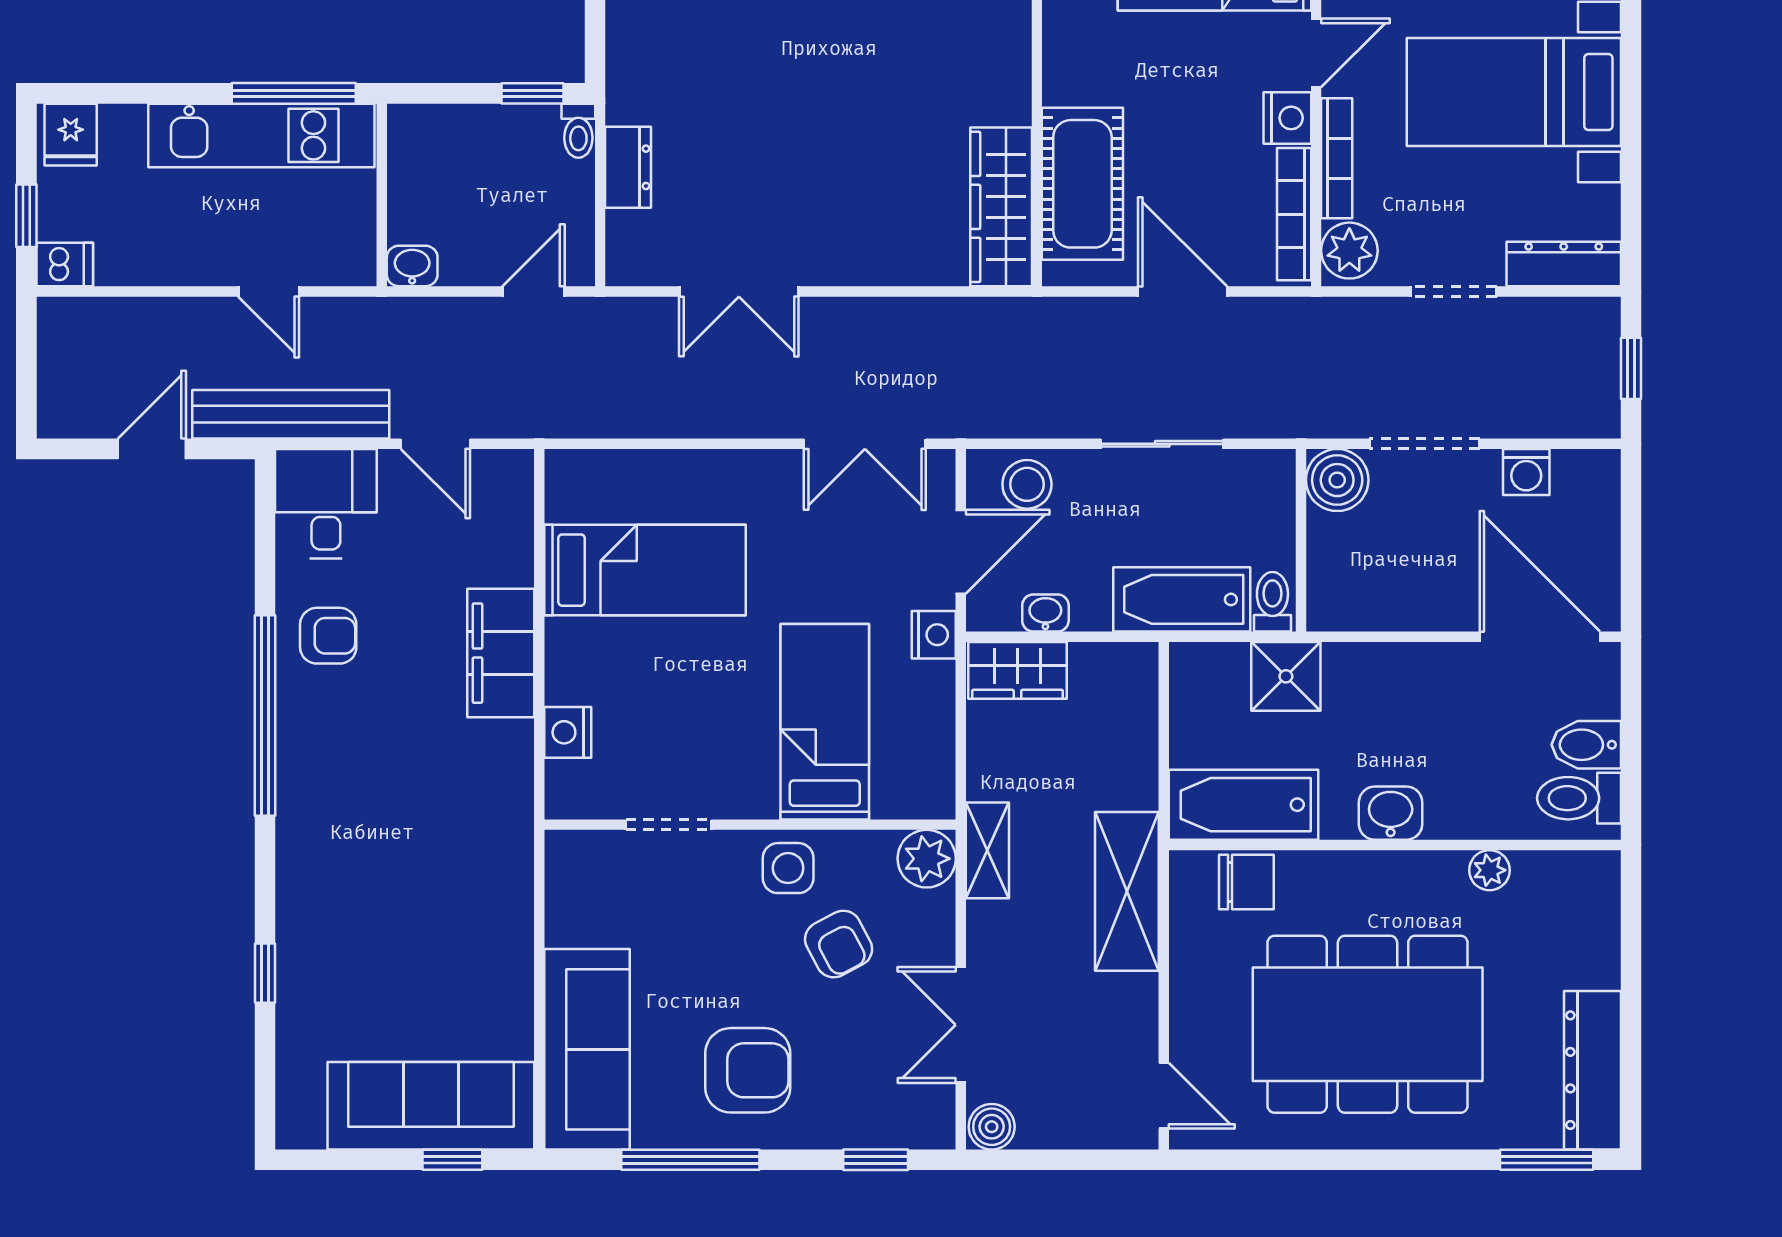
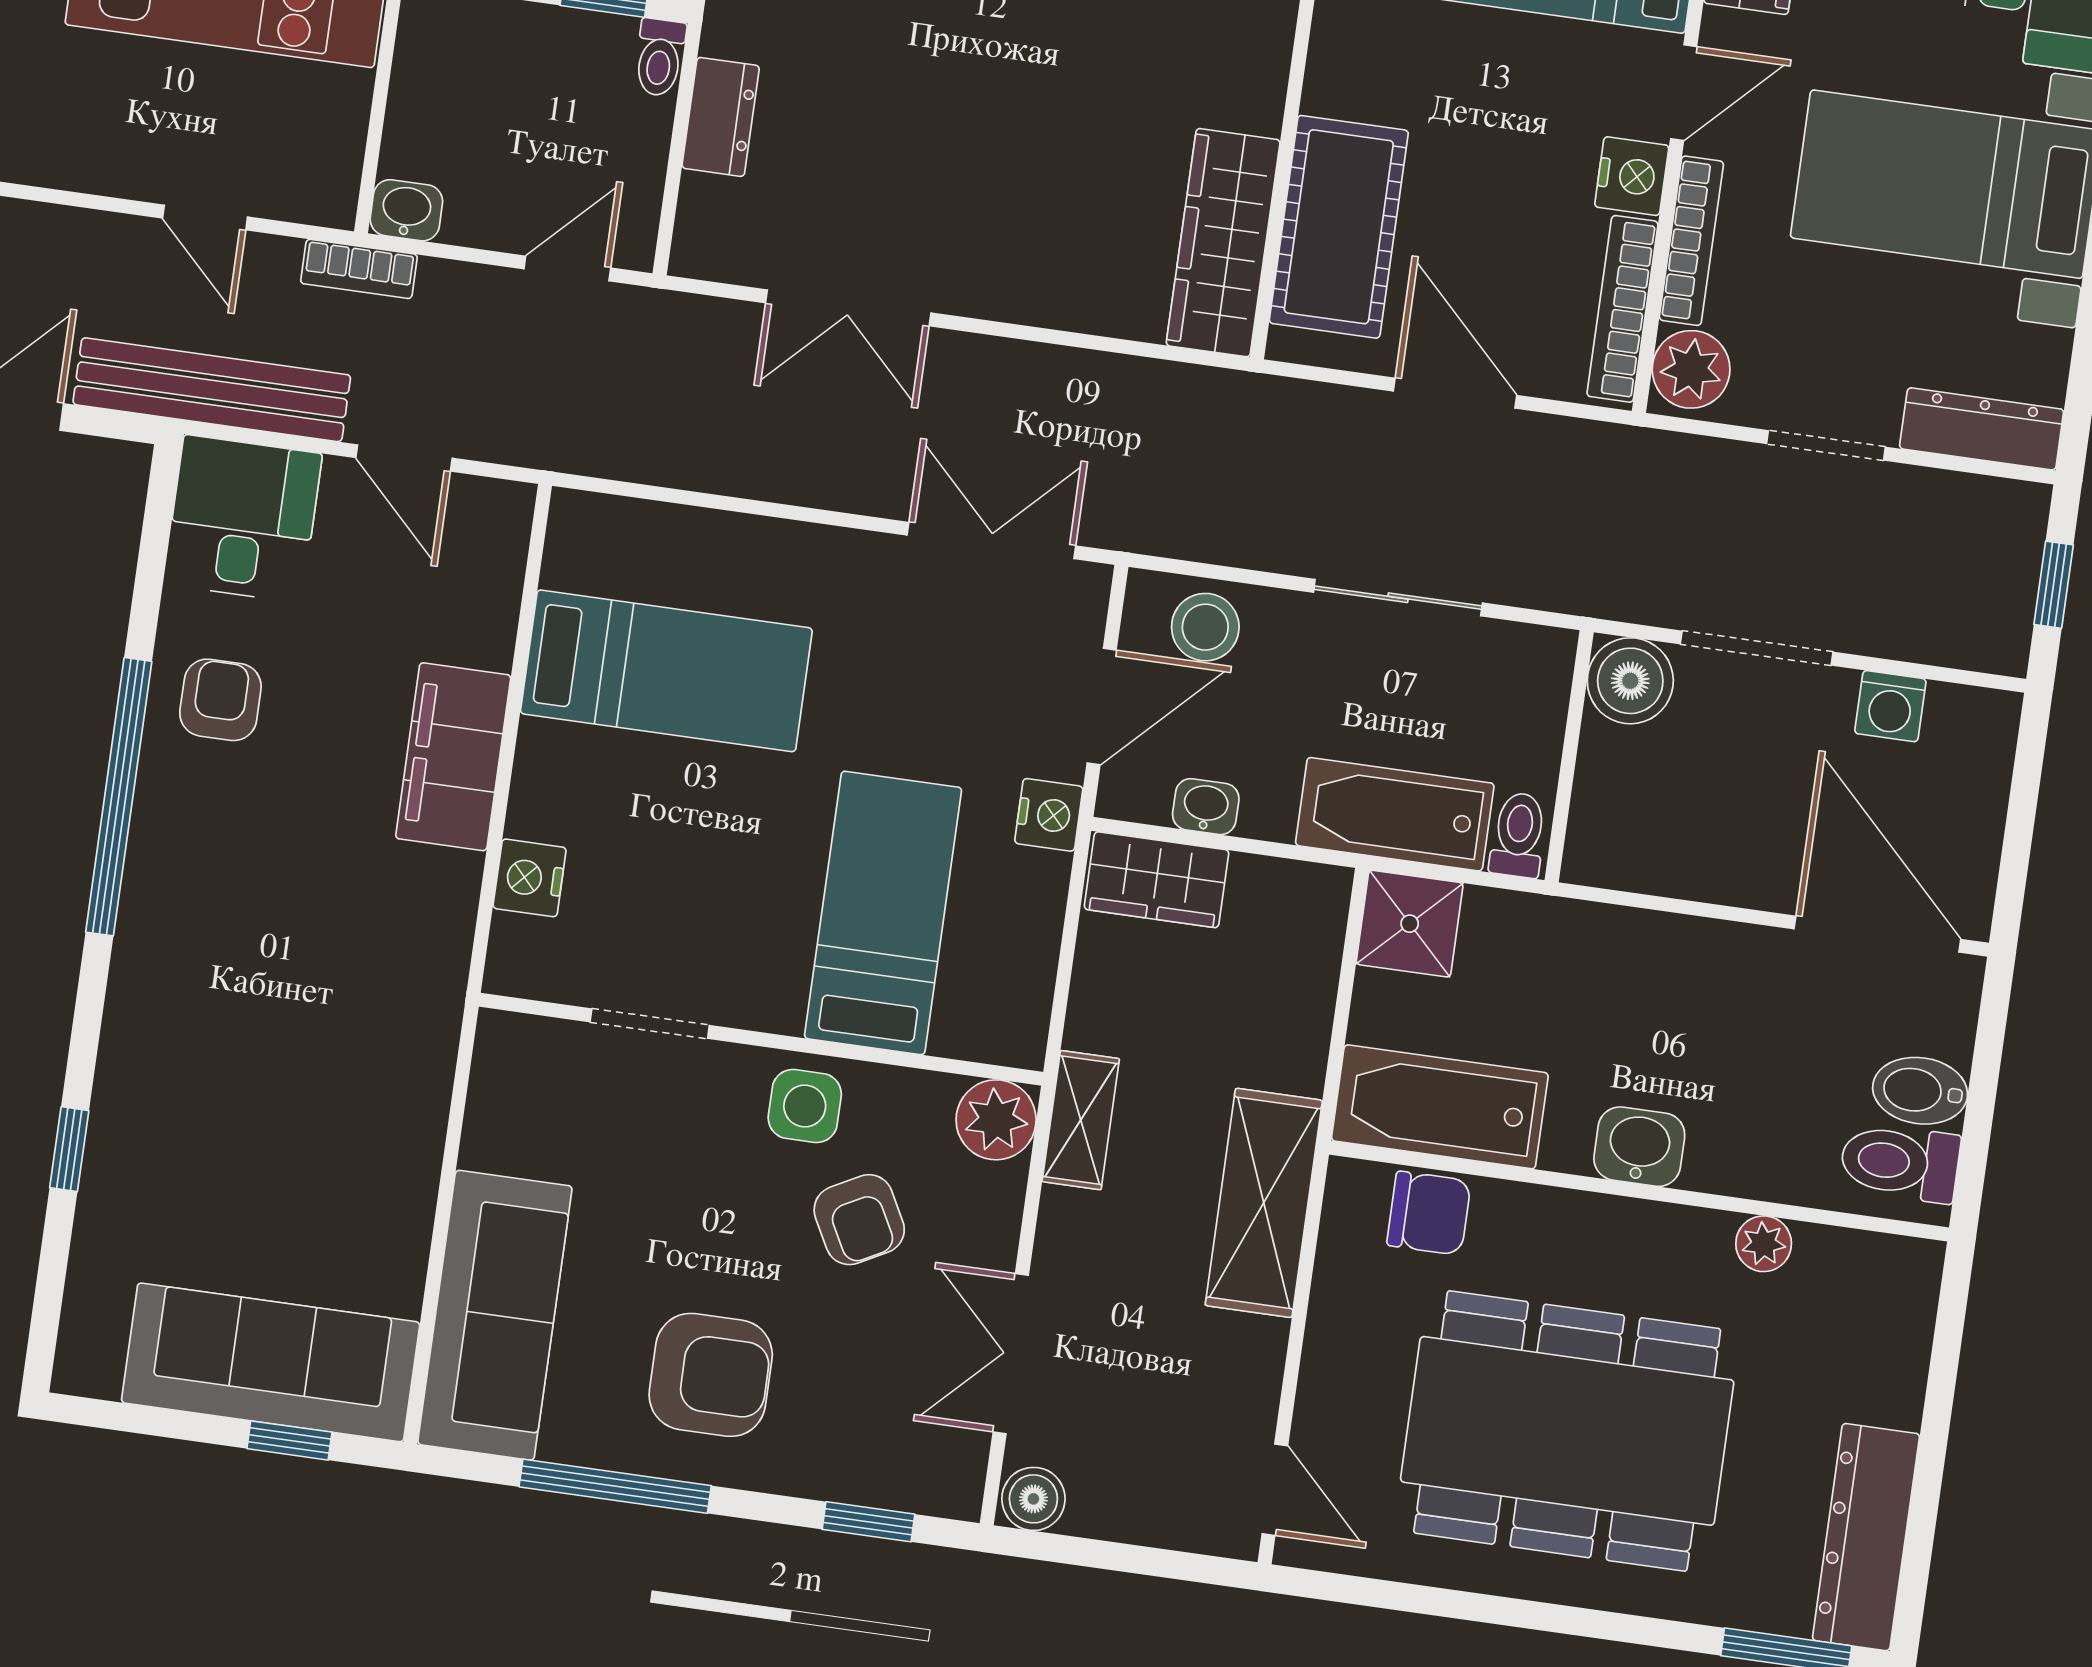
bookcase: (384, 313) -> (359, 269), added
double door: (865, 444) -> (991, 540), swing flipped
armchair: (328, 636) -> (220, 700), turned -90
shower: (1286, 676) -> (1410, 924), moved

